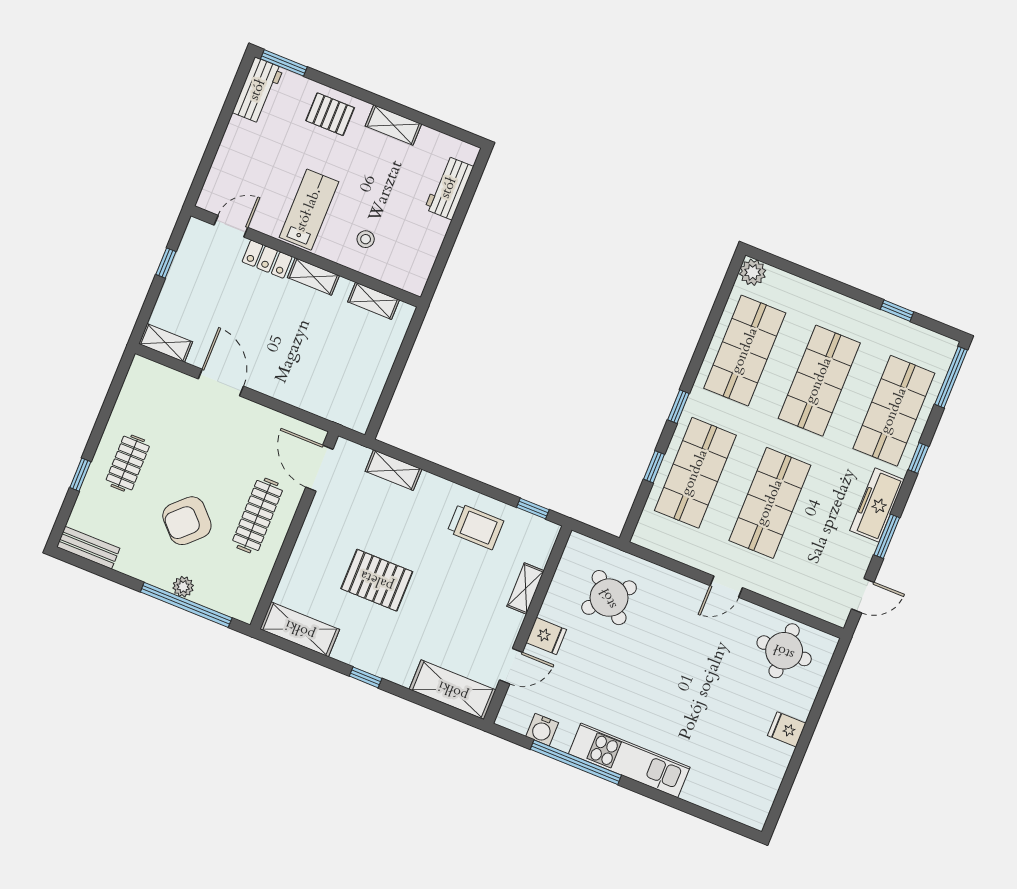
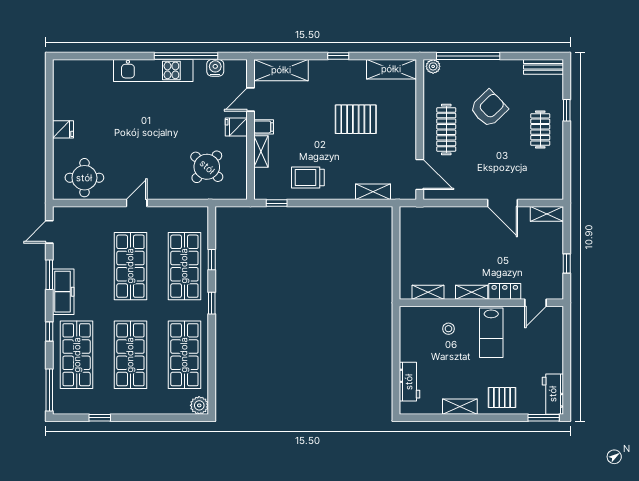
plant: (183, 587) -> (433, 66), moved
filing cabinet: (508, 621) -> (264, 127), added

